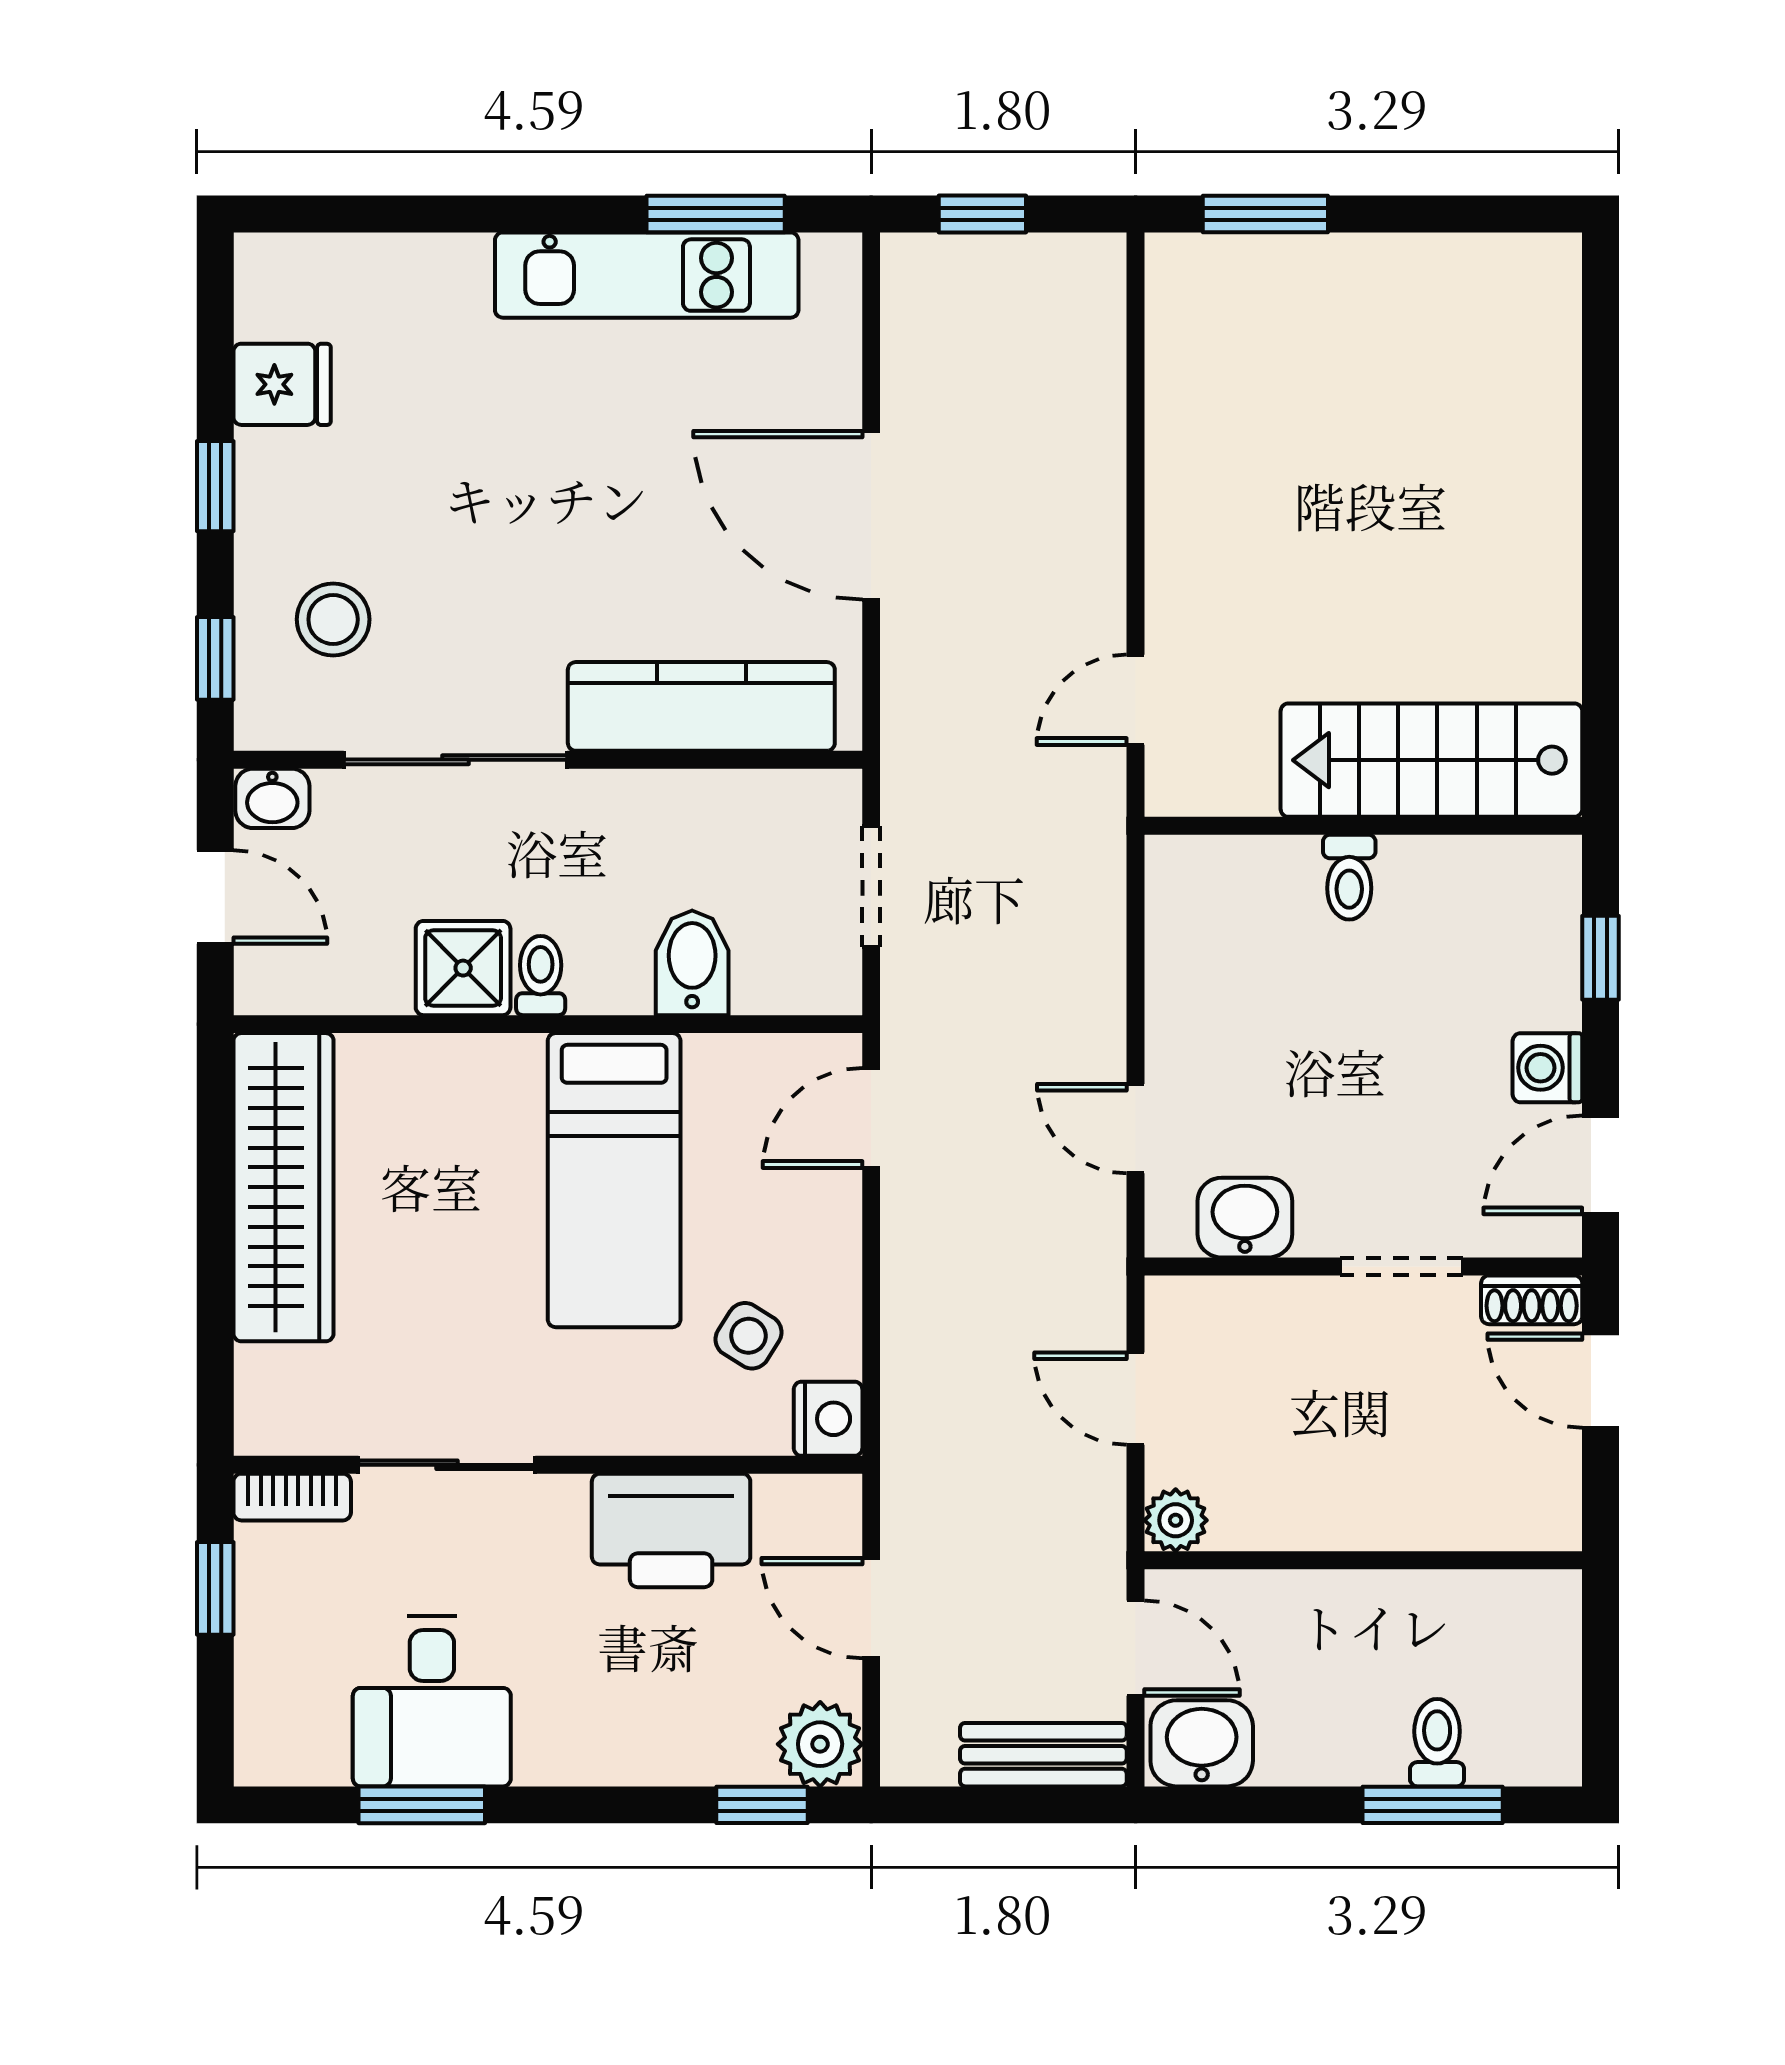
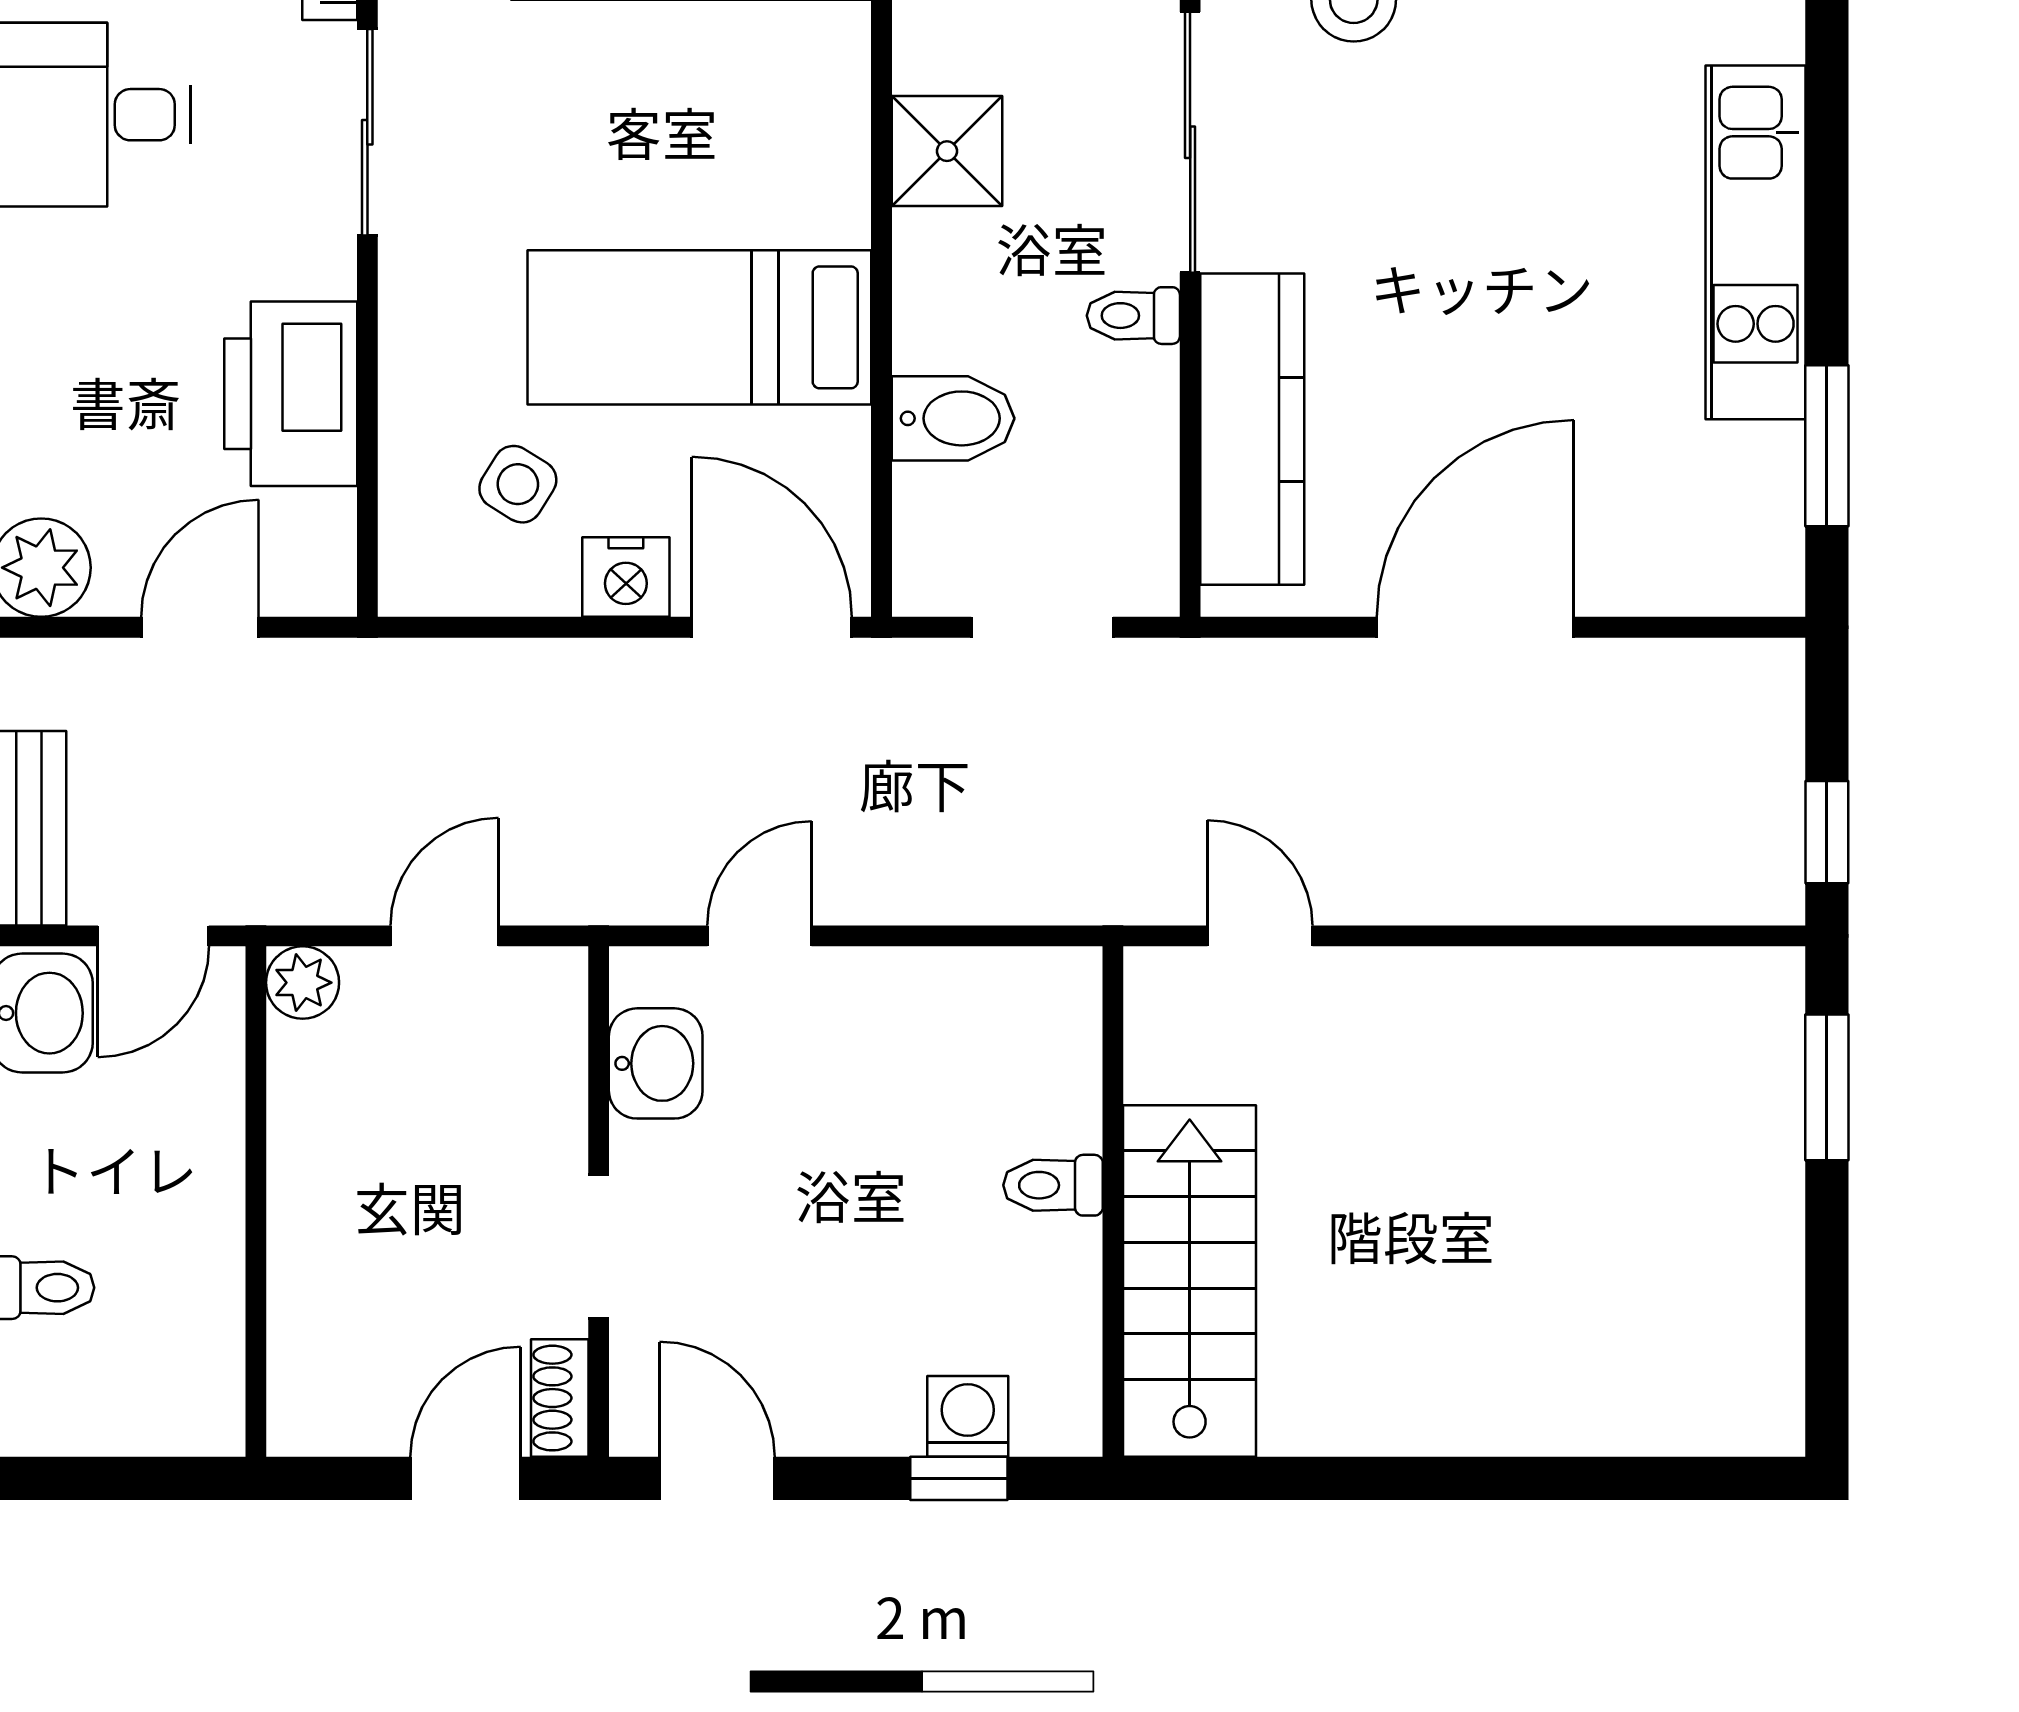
window: (982, 214) -> (1827, 832), moved
kitchen unit: (647, 275) -> (1756, 242), moved
toilet: (541, 976) -> (1133, 316), moved, turned 180
washing machine: (1547, 1068) -> (968, 1416), moved
door: (871, 1118) -> (772, 627), width x1.38
nightstand: (828, 1419) -> (626, 577), moved

